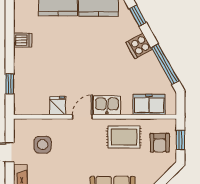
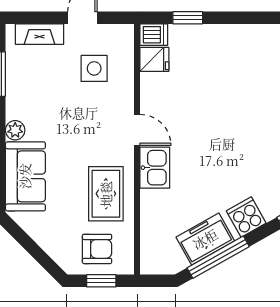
dishwasher: (23, 40) -> (154, 35), moved, turned -90
freezer: (149, 104) -> (205, 239), moved, turned -119
fridge: (58, 106) -> (154, 59), moved
armchair: (160, 143) -> (97, 249), turned 180

